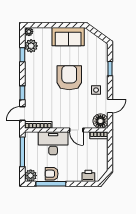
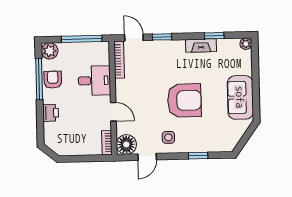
plant: (31, 46) -> (226, 47), removed
fireplace: (29, 64) -> (201, 46), added
door: (110, 106) -> (147, 157), hinge flipped
door: (76, 130) -> (113, 112), swing flipped
desk: (53, 143) -> (94, 81), width x0.73
printer: (88, 176) -> (51, 113), moved

